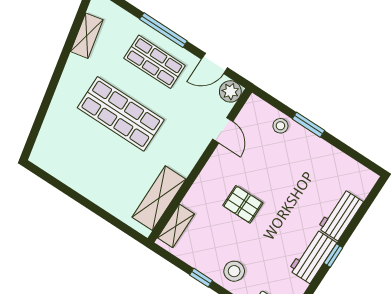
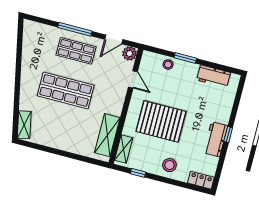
shelving: (87, 36) -> (24, 125), moved
pallet: (243, 204) -> (161, 121), width x2.05, depth x2.00
workbench: (341, 215) -> (213, 76), moved, turned -90
window: (201, 278) -> (138, 173), moved

